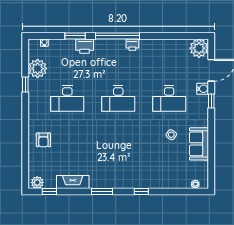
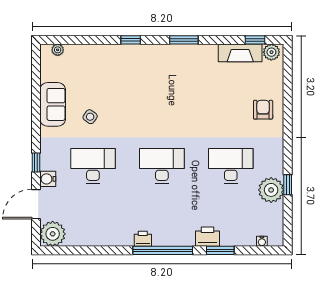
plant: (38, 69) -> (271, 190), moved
fireplace: (73, 182) -> (240, 53), moved

